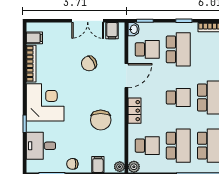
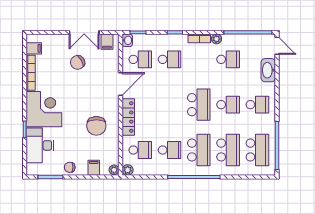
school desk: (178, 49) -> (170, 59), width x0.54
chair: (89, 63) -> (78, 62), moved
school desk: (178, 97) -> (170, 105), removed
locker: (135, 111) -> (128, 117), width x1.53
desk: (41, 146) -> (40, 145), width x1.37
school desk: (178, 146) -> (170, 150), width x0.54

